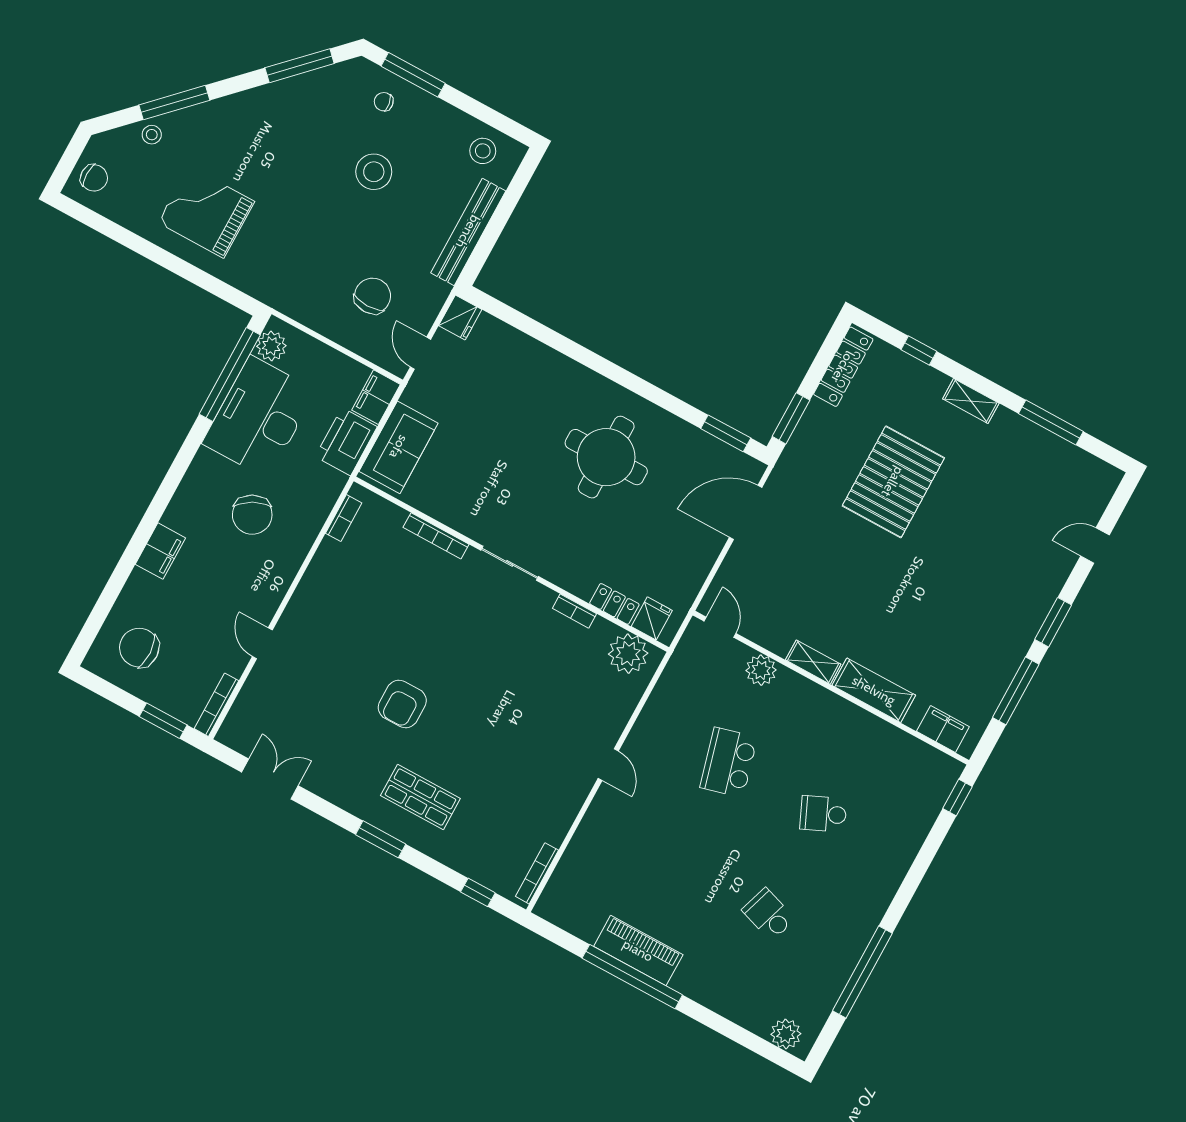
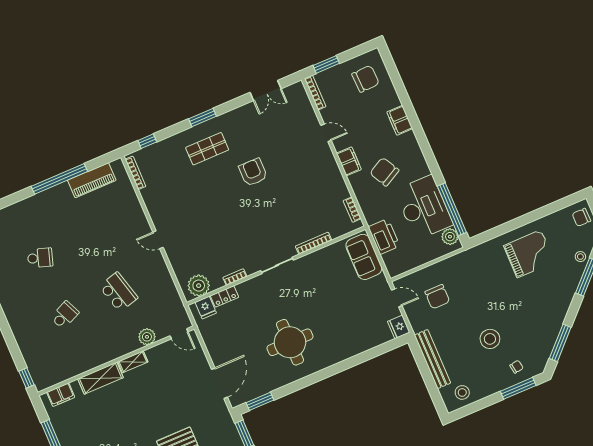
filing cabinet: (376, 397) -> (349, 161), moved
piano: (638, 950) -> (92, 180), moved

